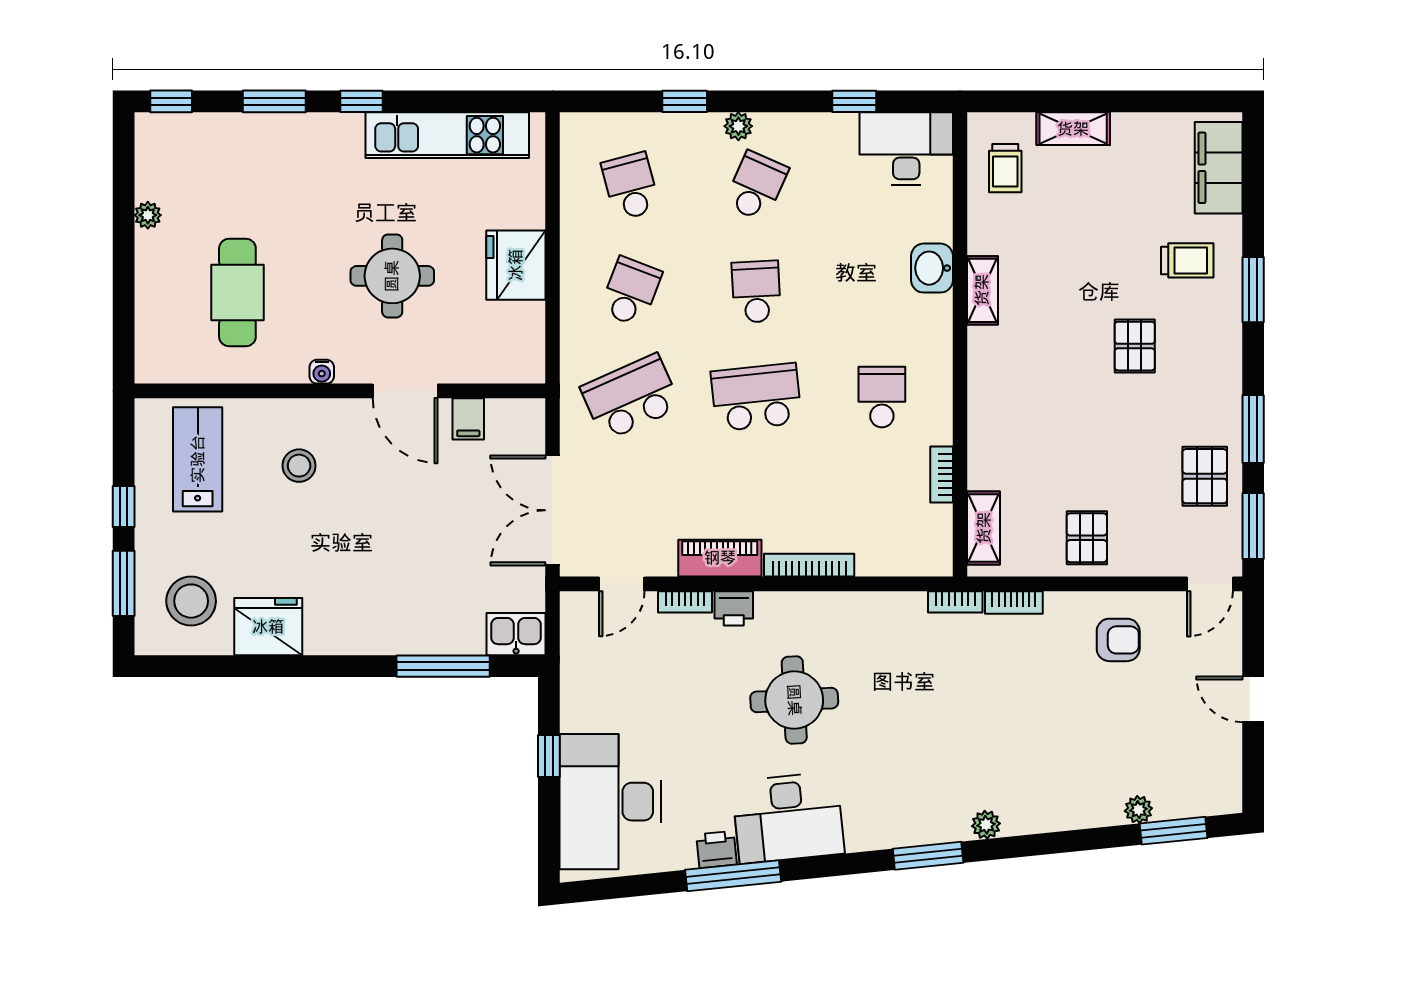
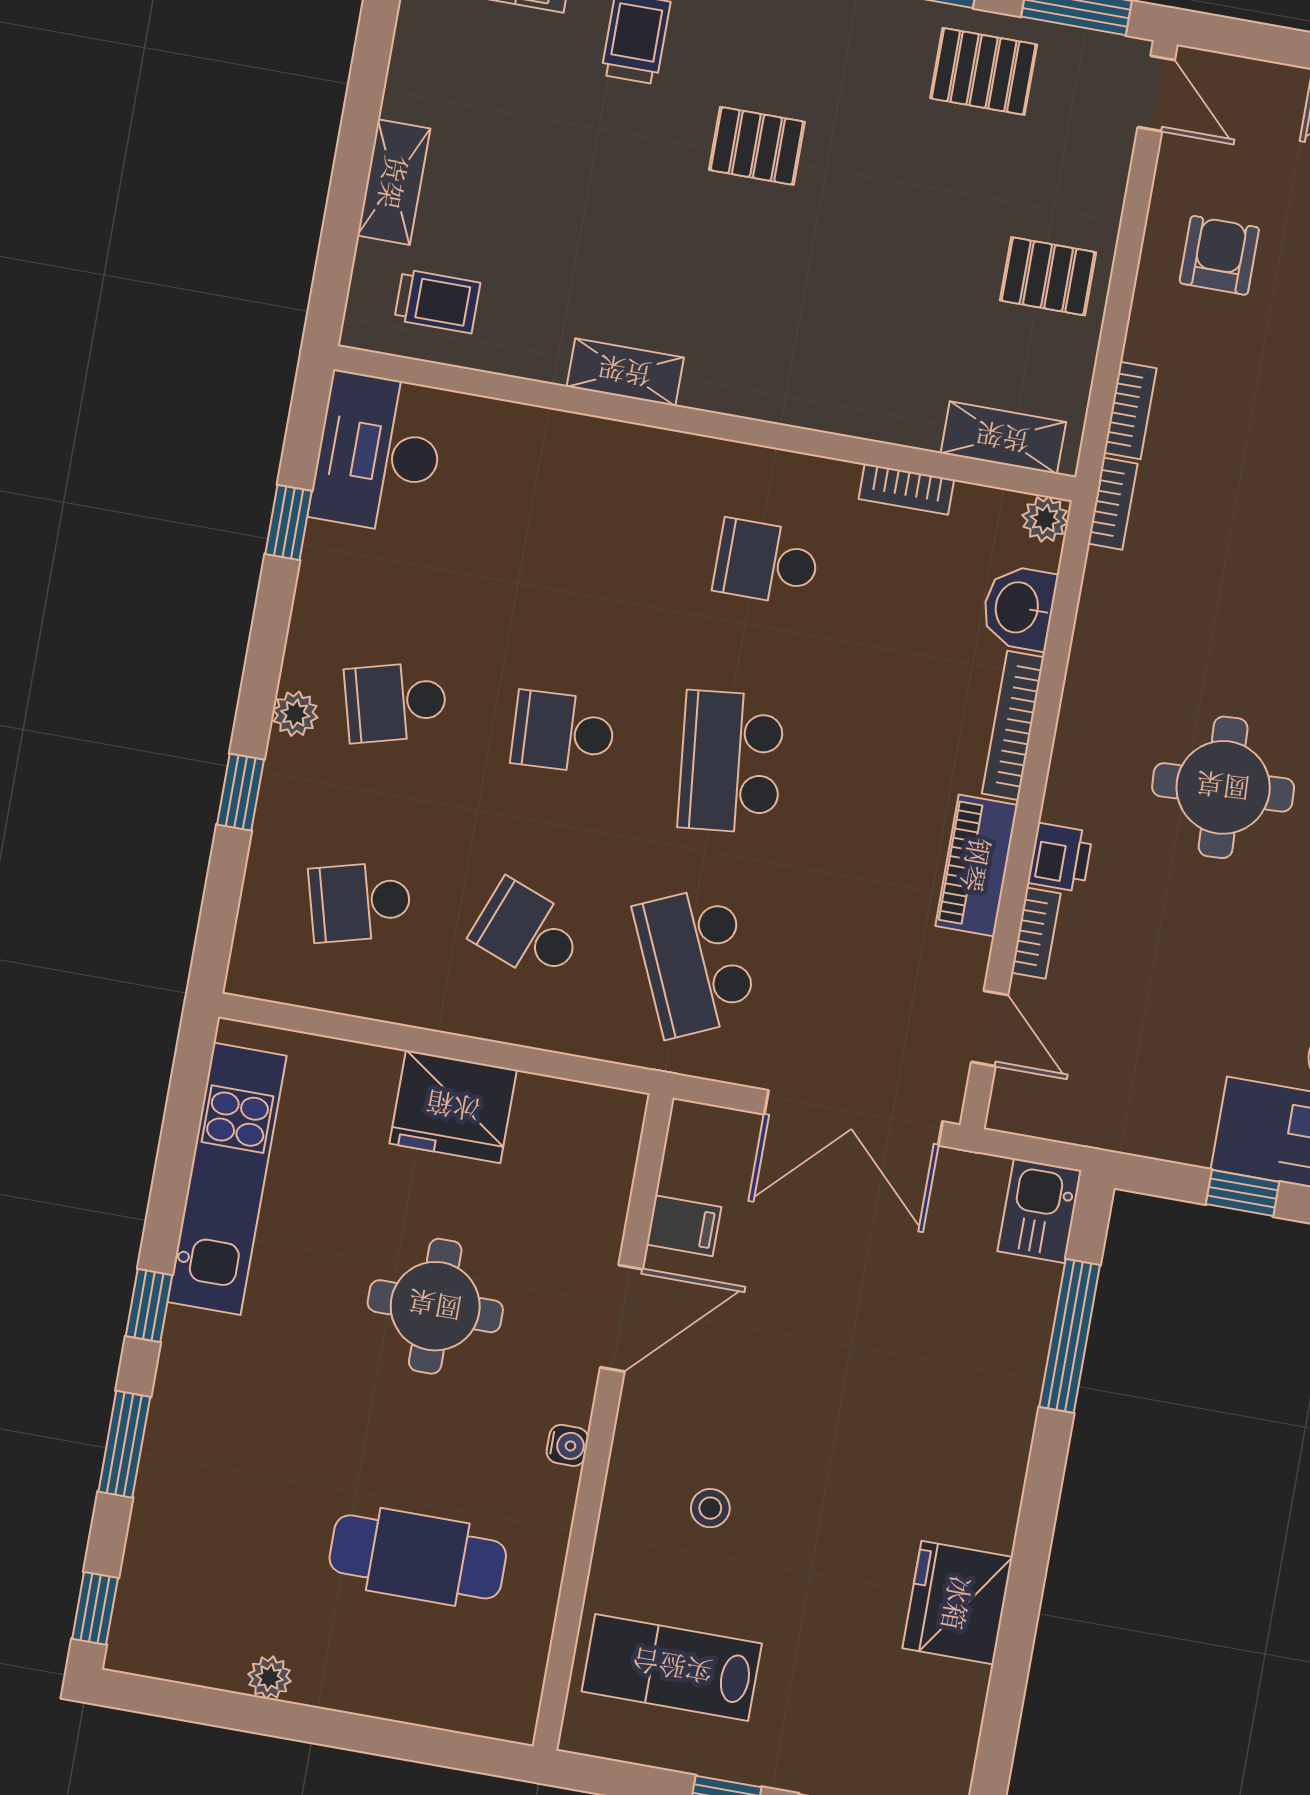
school desk: (756, 186) -> (396, 702), turned -39
washbasin: (932, 268) -> (1019, 608), moved, turned 90
stool: (299, 466) -> (710, 1508), width x0.73, depth x0.73
plant: (938, 562) -> (1045, 519), added
stool: (191, 601) -> (895, 1718), removed

